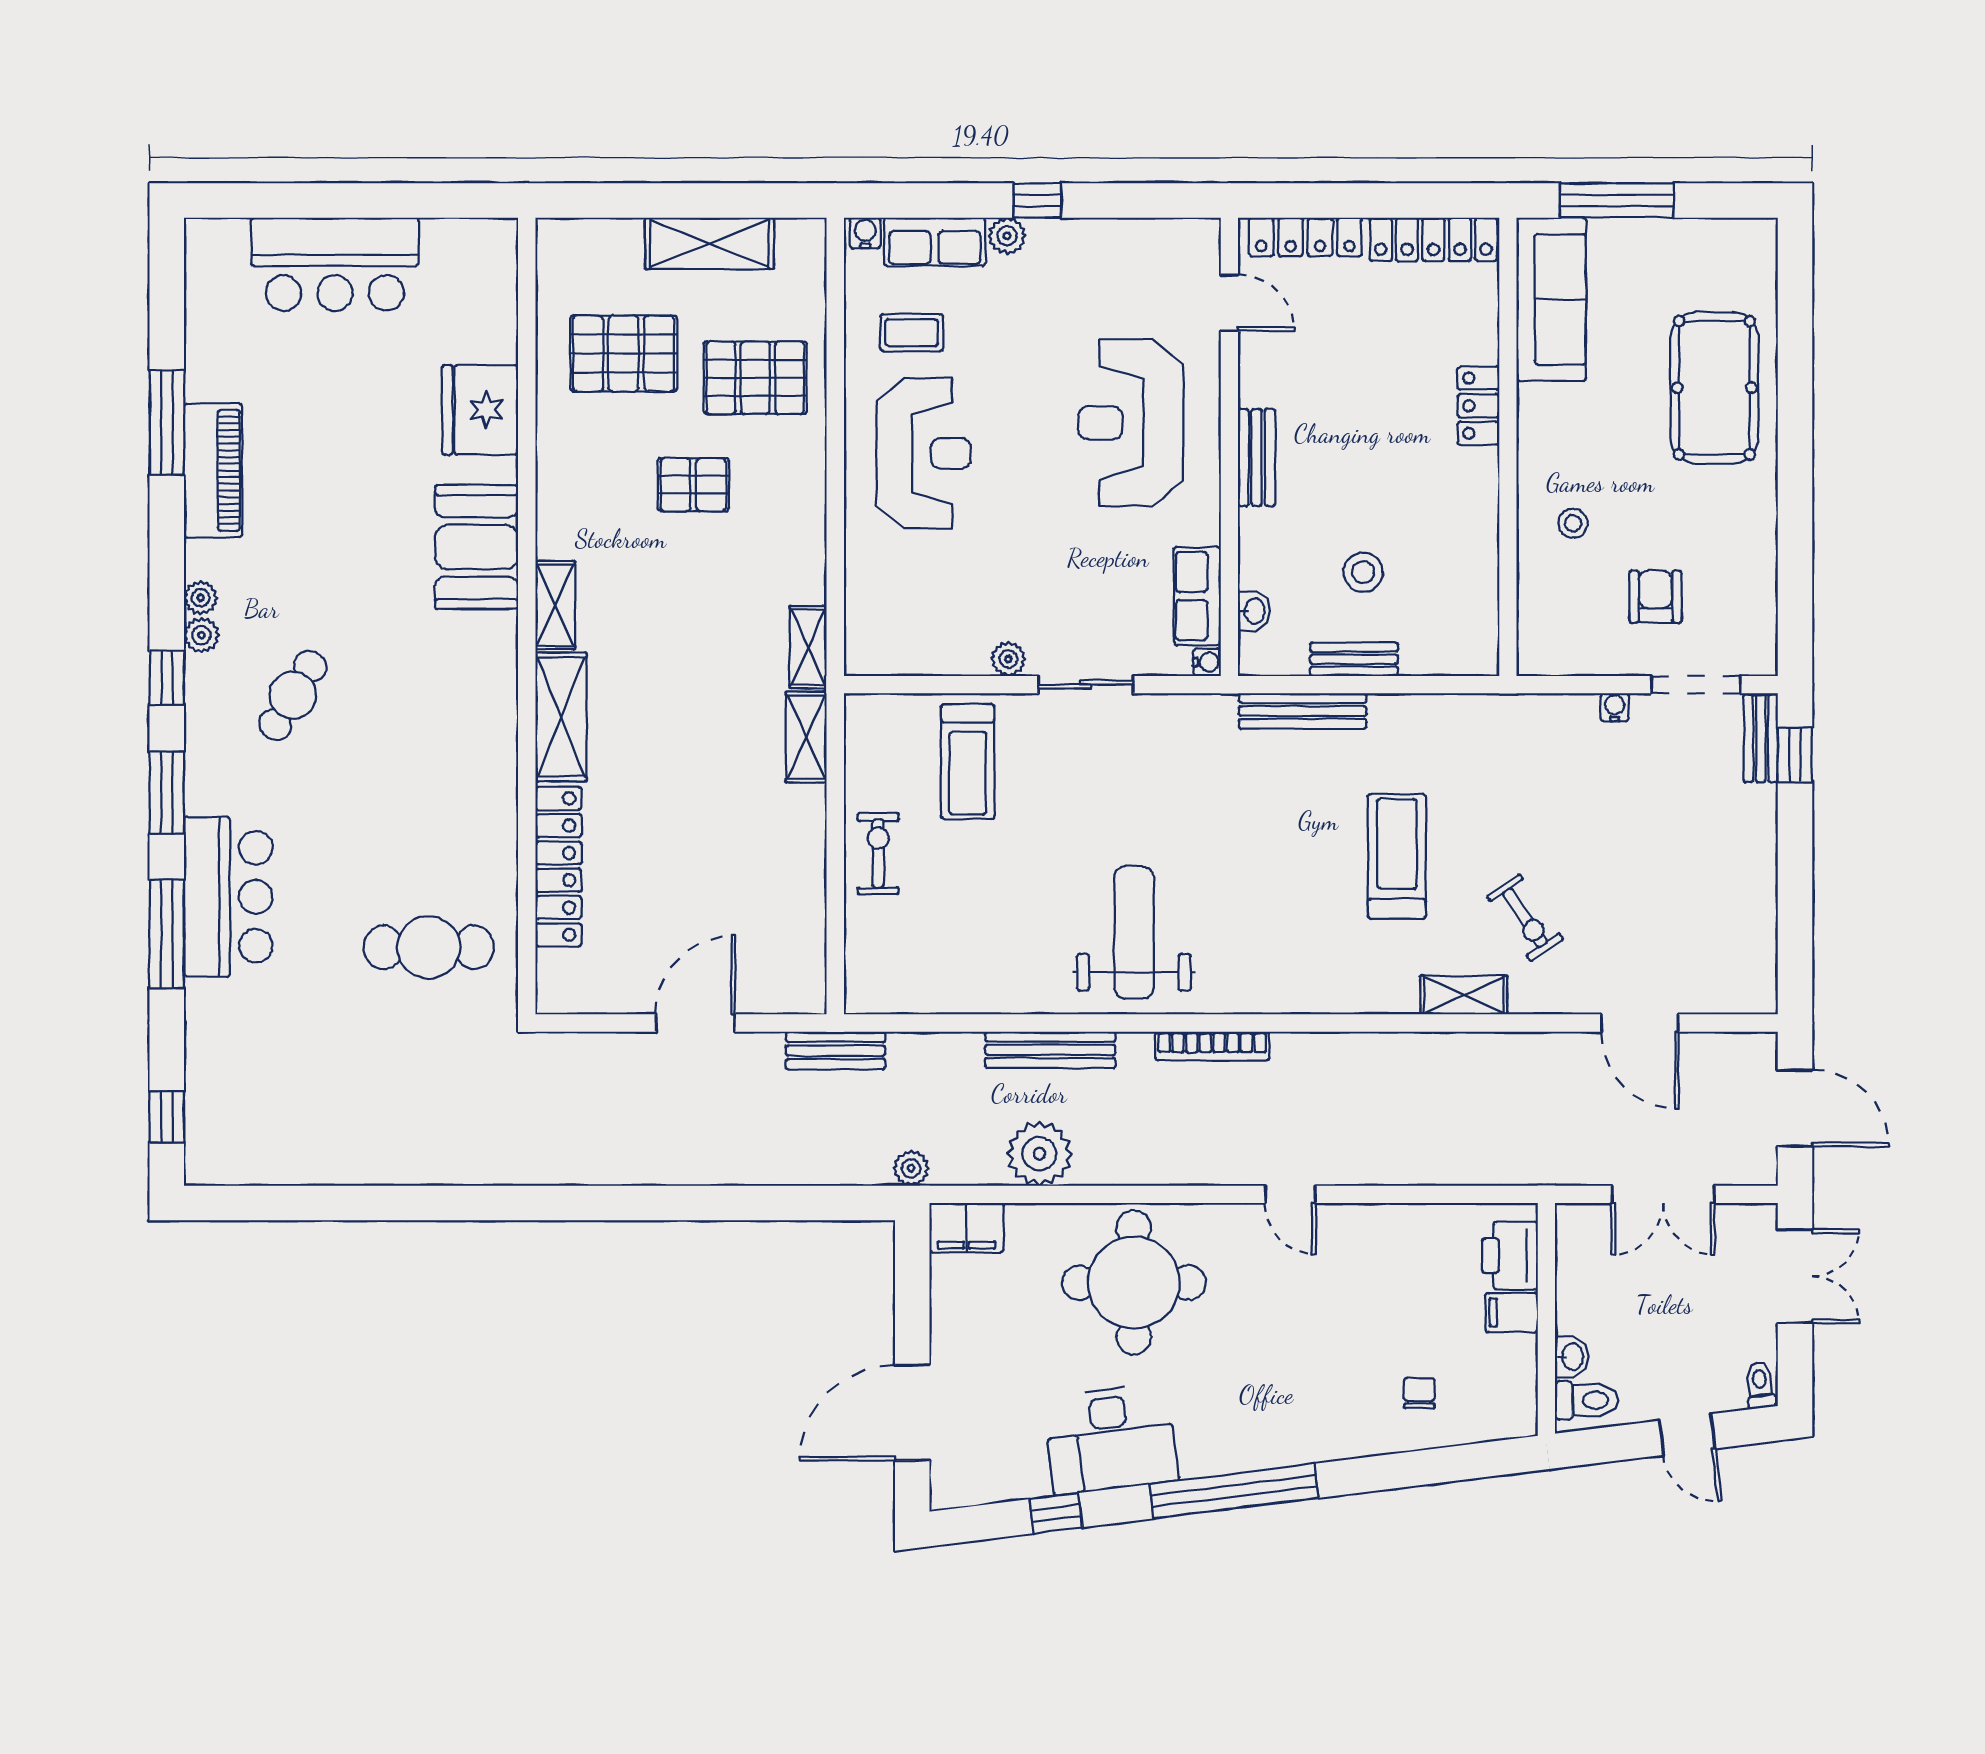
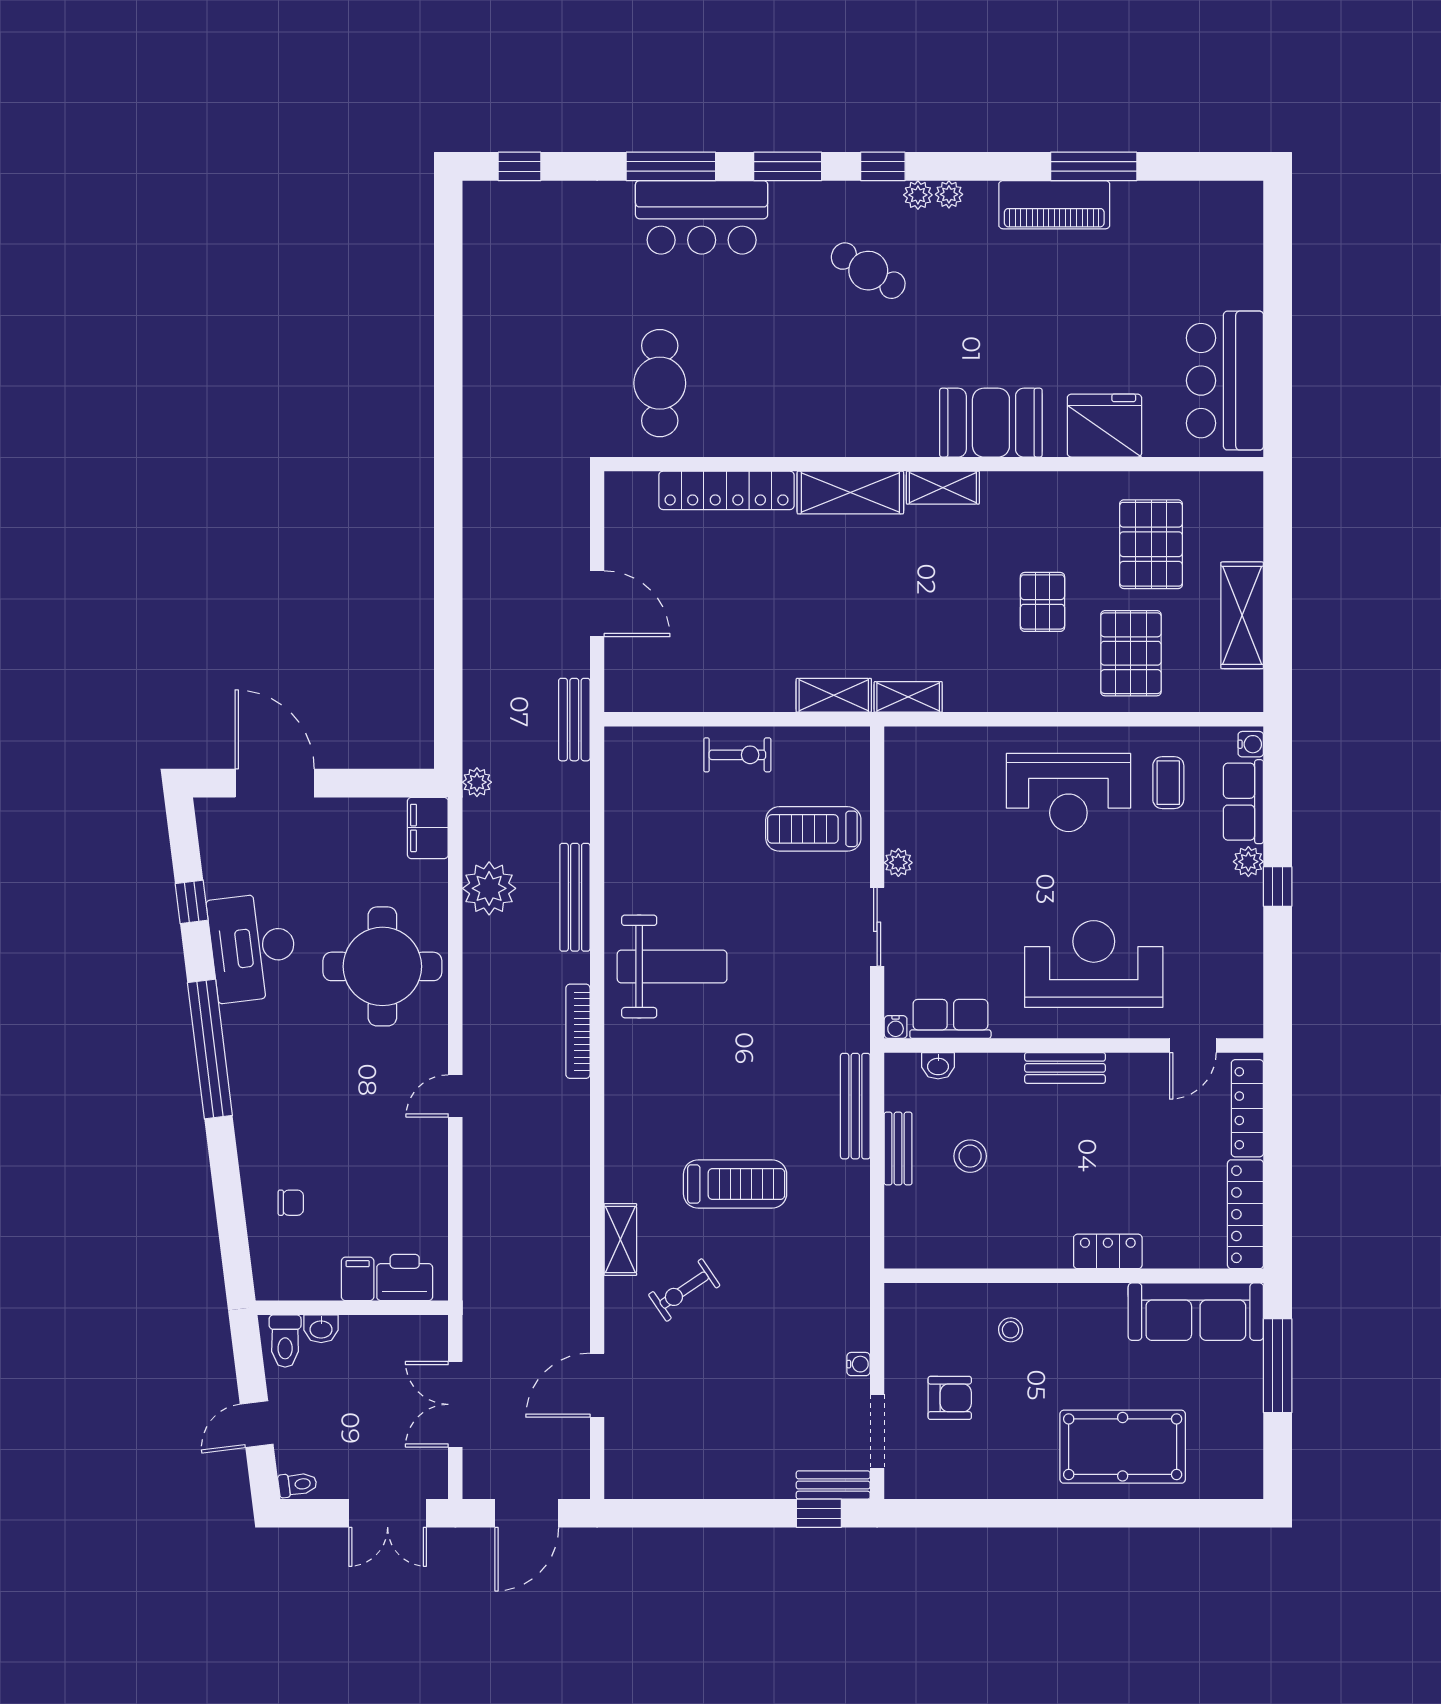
bar counter: (335, 264) -> (1225, 381), moved

